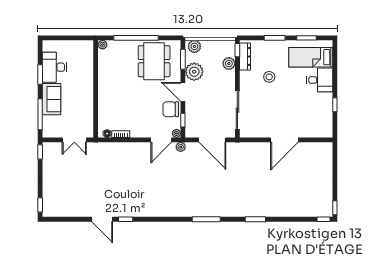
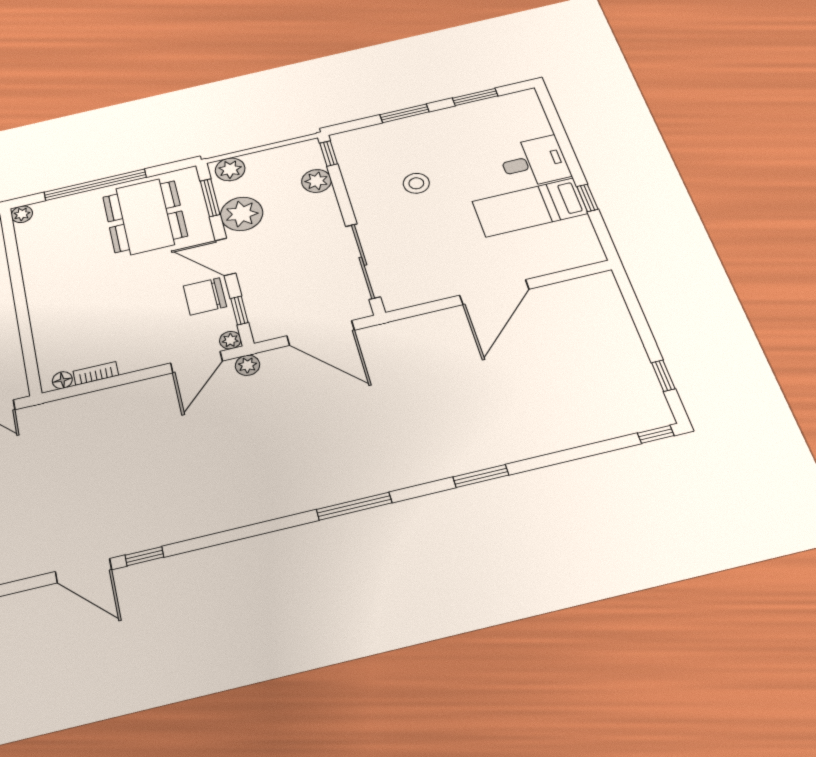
dresser: (245, 56) -> (349, 160), removed
bed: (311, 57) -> (530, 207), moved
window: (335, 208) -> (663, 376), moved

